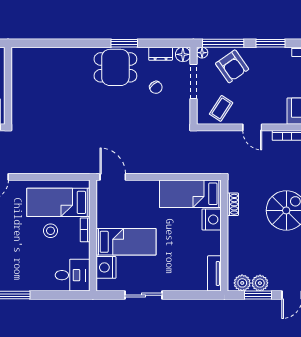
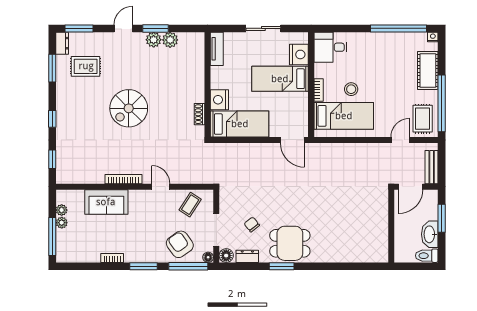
bed: (190, 194) -> (240, 124), moved
shoe rack: (233, 204) -> (199, 114), moved
nightstand: (212, 220) -> (219, 100), moved
wall: (224, 236) -> (208, 85), moved
tv unit: (214, 273) -> (217, 49), moved

